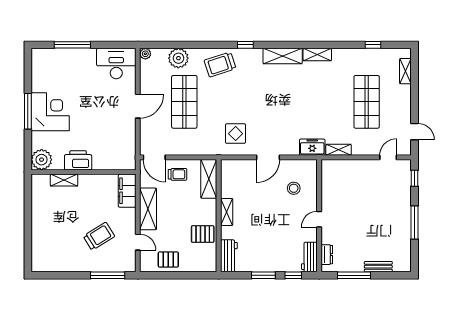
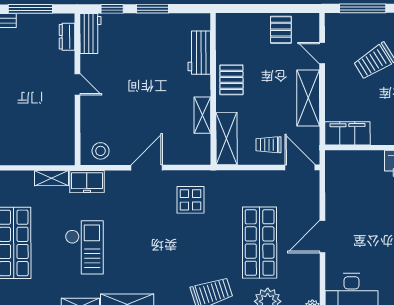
checkout: (314, 98) -> (84, 247), added
stool: (294, 188) -> (101, 151), moved
filing cabinet: (127, 191) -> (347, 133), moved, turned -90
shelving: (227, 212) -> (202, 115), moved
door: (319, 219) -> (77, 84), hinge flipped
pallet: (203, 234) -> (231, 80), moved, turned 90
workbench: (229, 256) -> (199, 53), moved
pallet: (168, 260) -> (281, 30), turned 90

